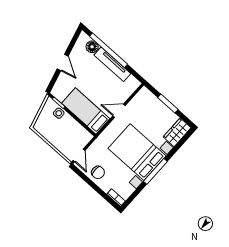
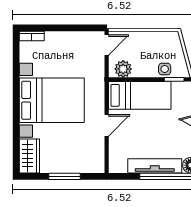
plant: (82, 134) -> (123, 69), added
door: (79, 155) -> (107, 45), swing flipped
window: (155, 171) -> (16, 98), removed
chair: (98, 172) -> (72, 45), removed

